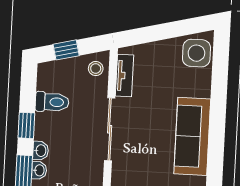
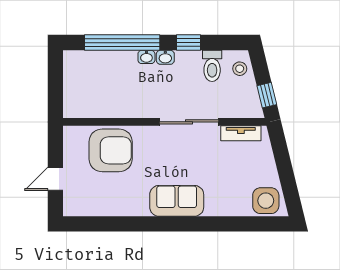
window: (66, 50) -> (267, 95), moved
stool: (96, 69) -> (240, 69), moved
sofa: (192, 136) -> (177, 201), width x0.73

